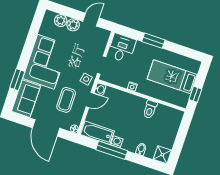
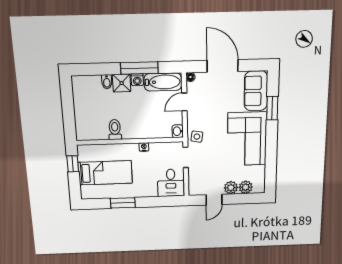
window: (153, 41) -> (123, 203), moved
coffee table: (66, 100) -> (211, 106), removed
door: (90, 100) -> (184, 102), moved
shower: (162, 155) -> (122, 83), moved

